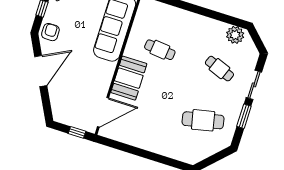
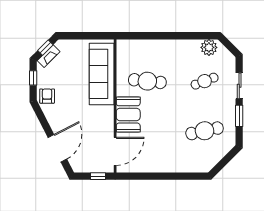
cafe table: (160, 50) -> (147, 81), width x1.37, depth x1.35
cafe table: (219, 69) -> (205, 81), turned -42
door: (41, 71) -> (57, 148), moved

